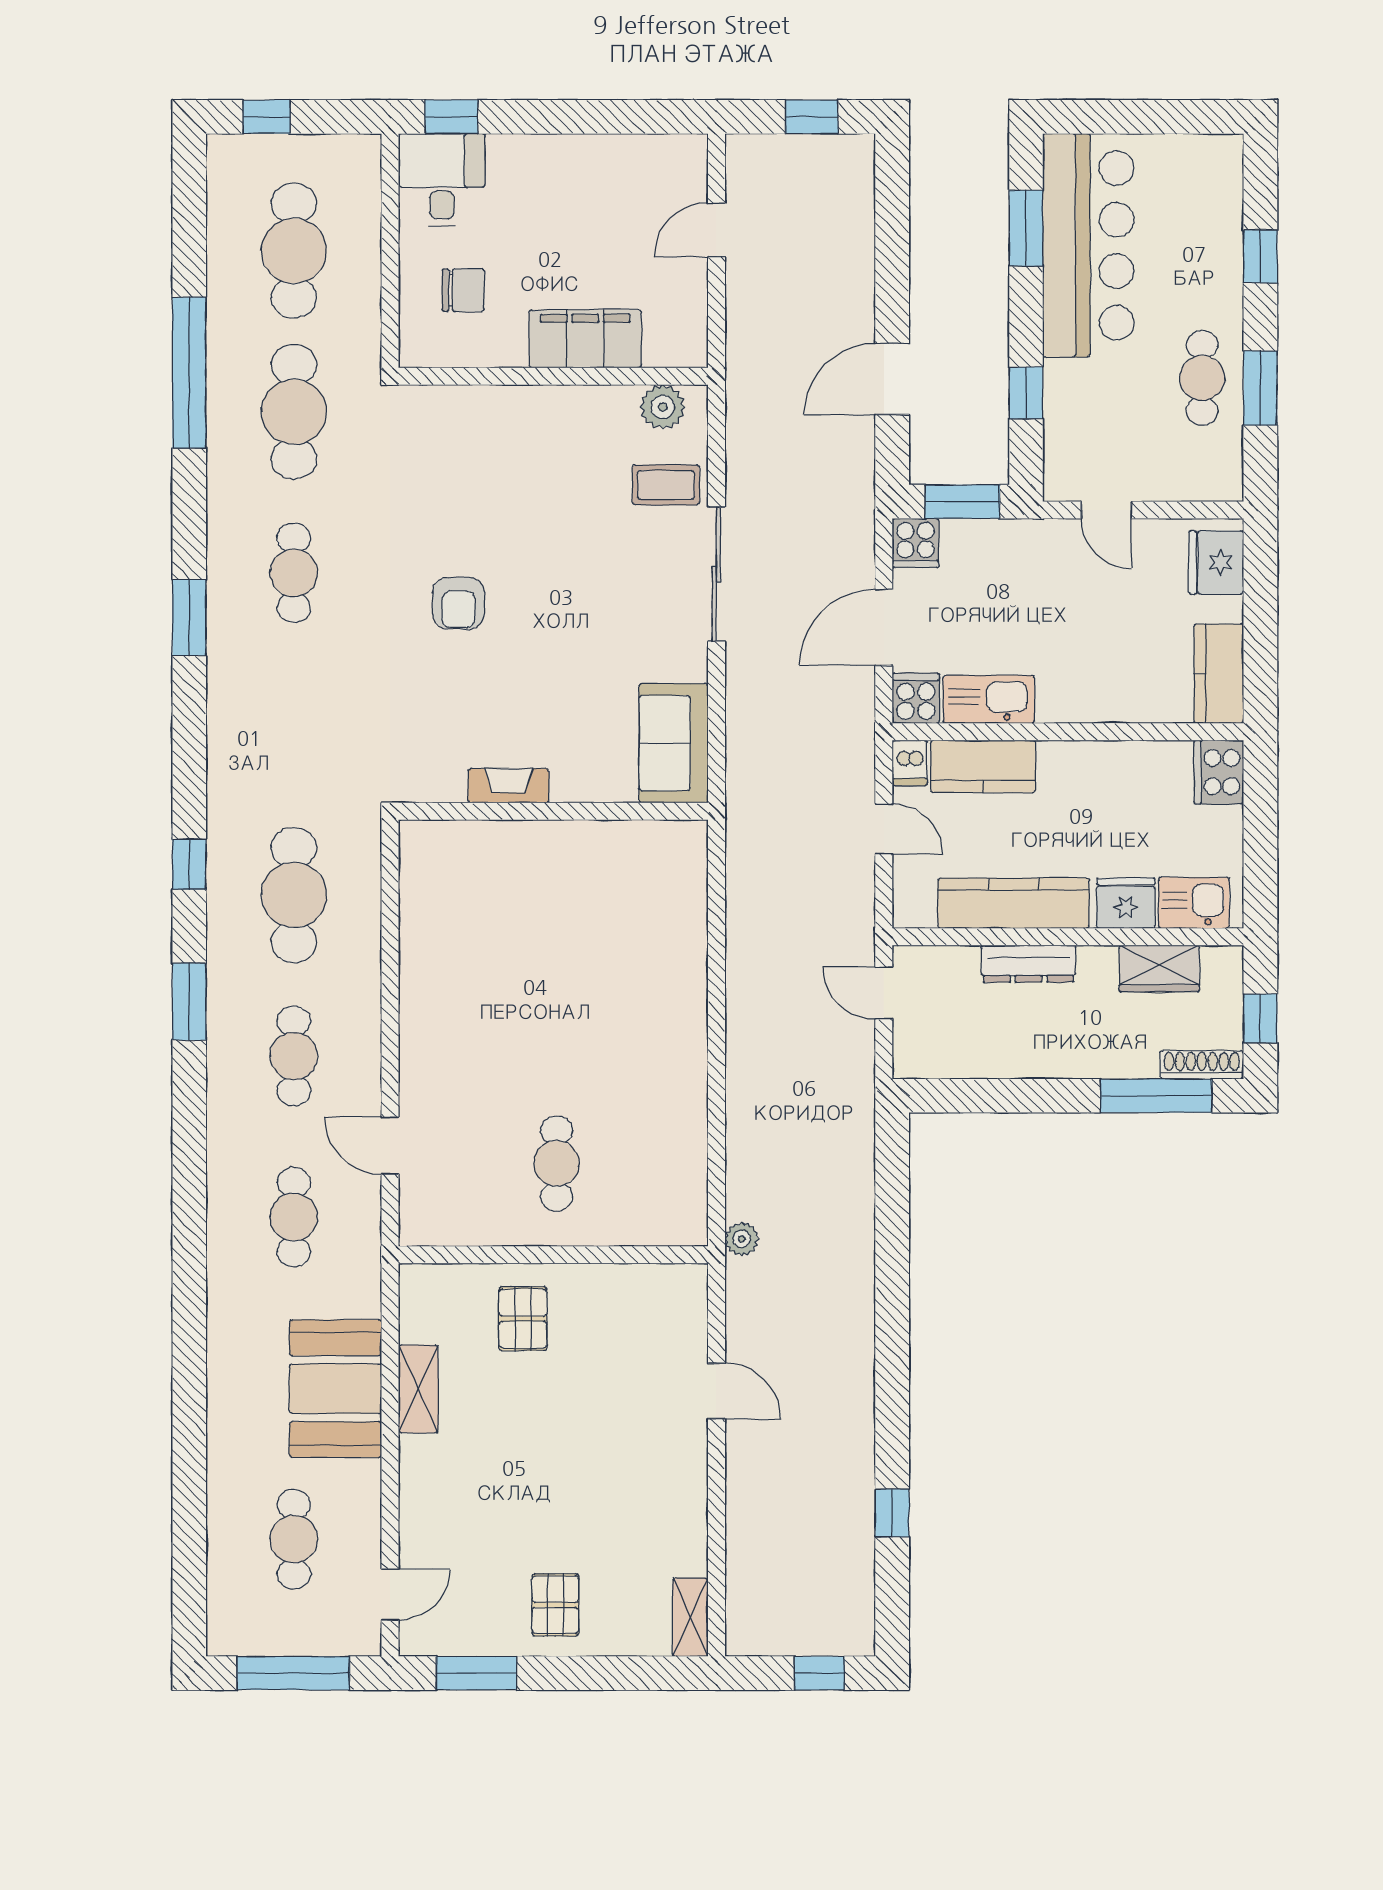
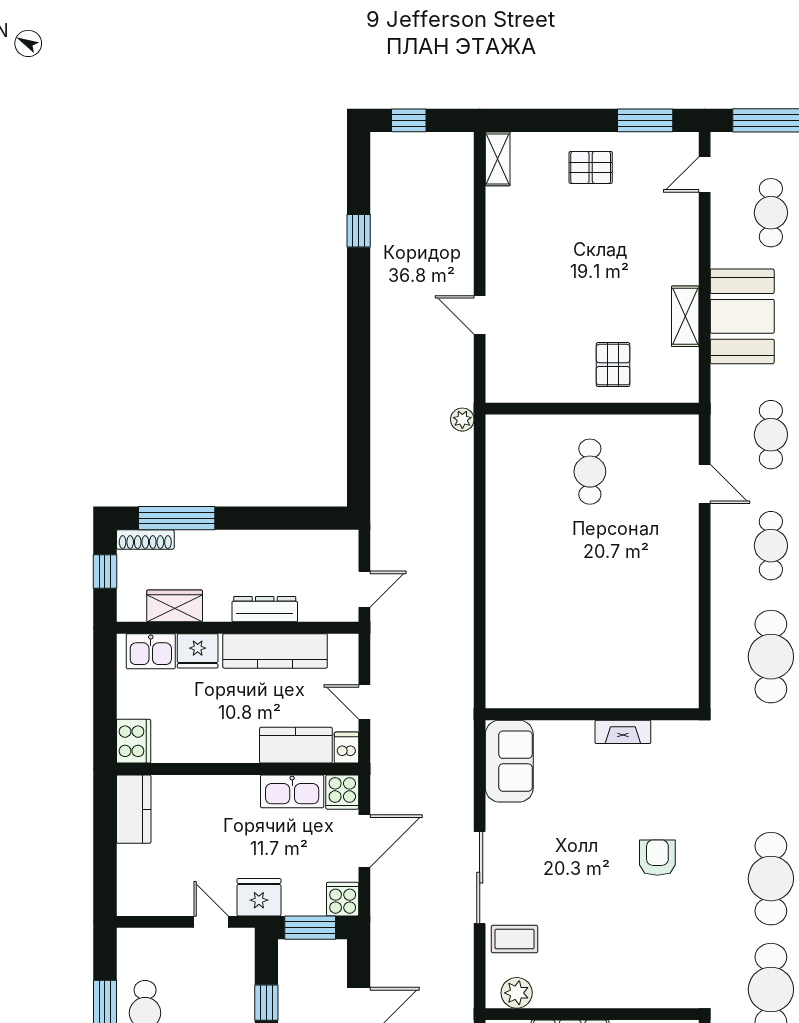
fridge: (1216, 562) -> (259, 897), moved, turned -90
cafe table: (294, 573) -> (771, 879), width x1.37, depth x1.35
door: (884, 993) -> (364, 589), hinge flipped
pallet: (555, 1605) -> (591, 167), turned 90

